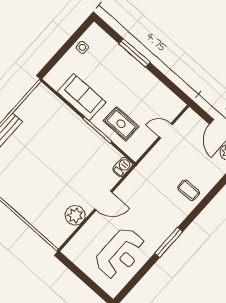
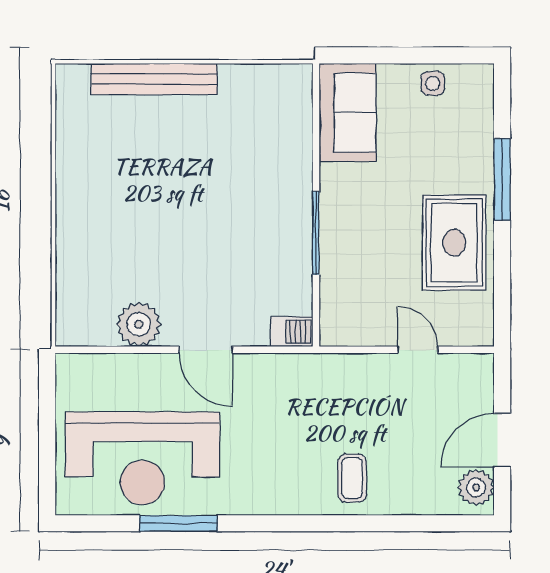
sofa: (81, 97) -> (348, 113), moved
rug: (121, 124) -> (454, 243), moved, width x1.36, depth x1.43
window: (169, 242) -> (178, 523), moved
reception desk: (120, 254) -> (142, 458), width x1.36, depth x1.30

